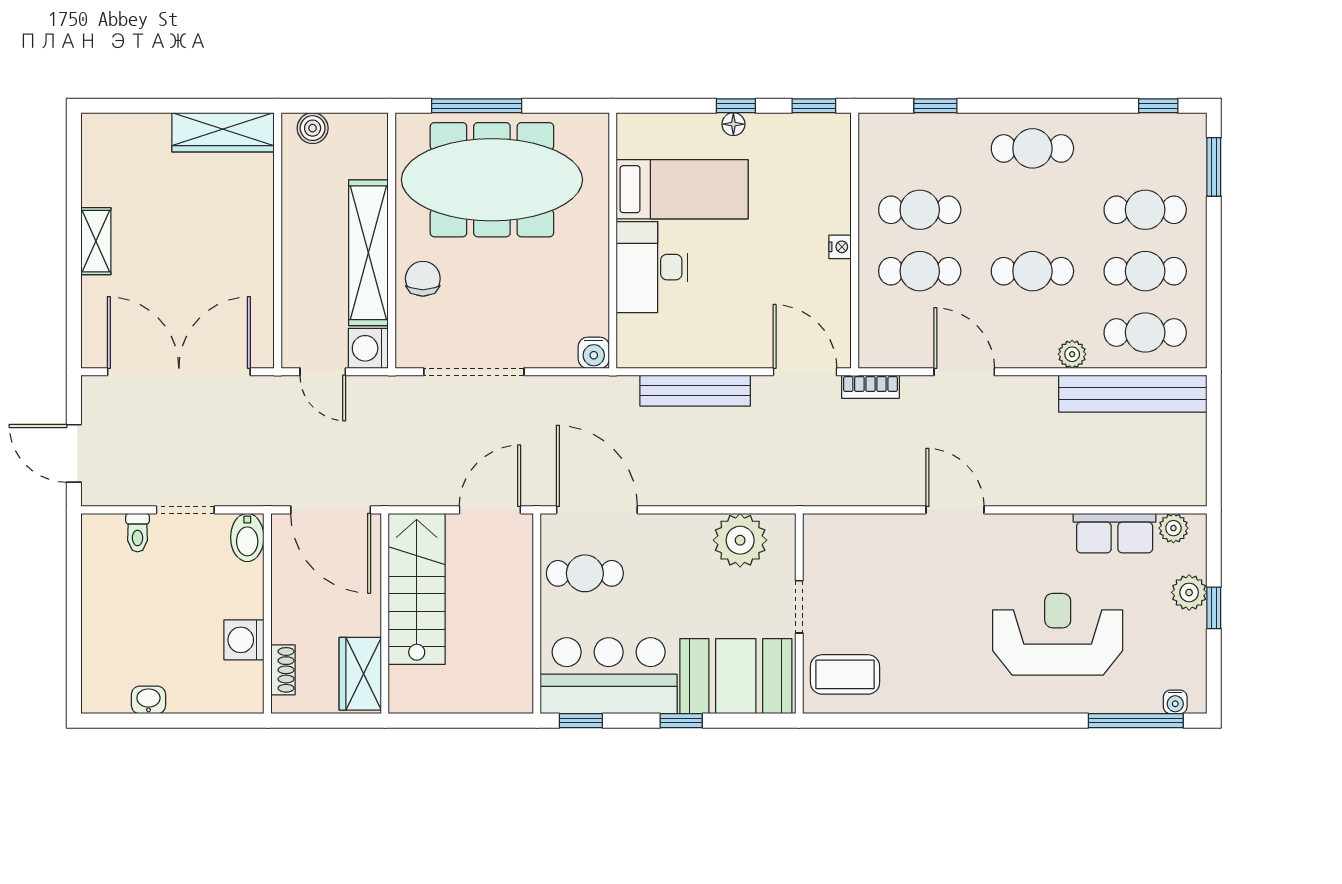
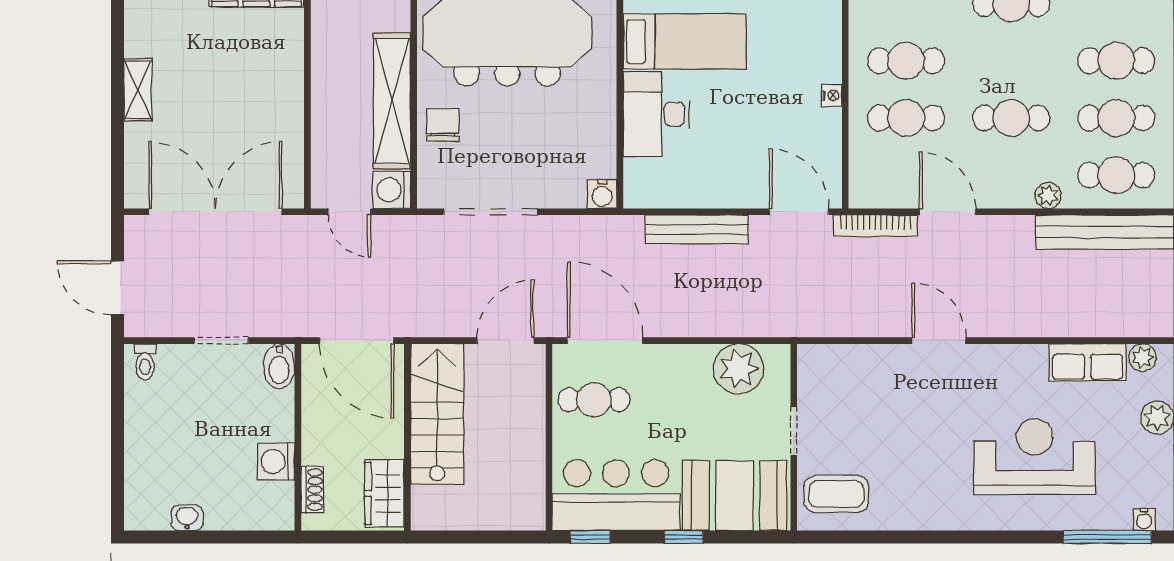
bookcase: (870, 387) -> (875, 226), width x1.56
toilet: (138, 533) -> (145, 362), moved

